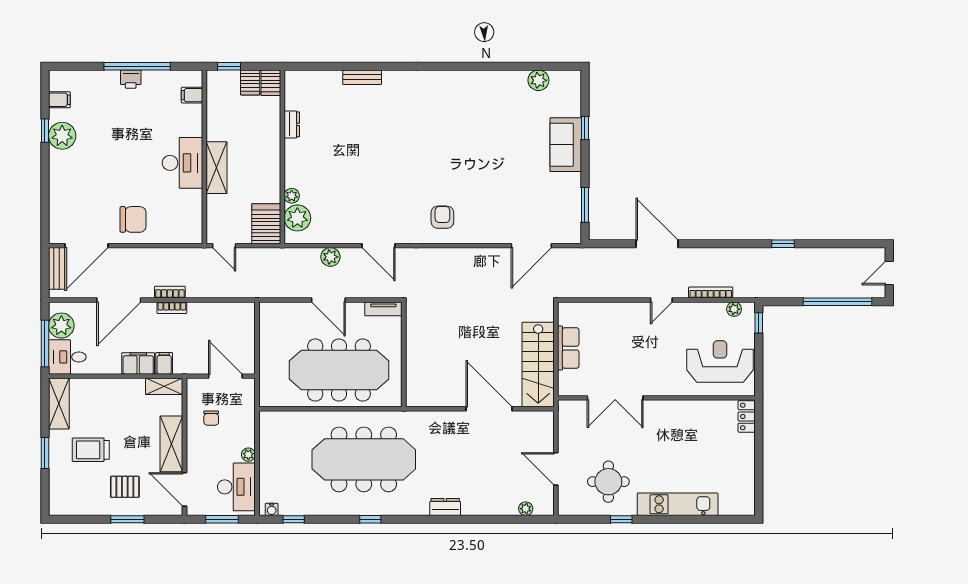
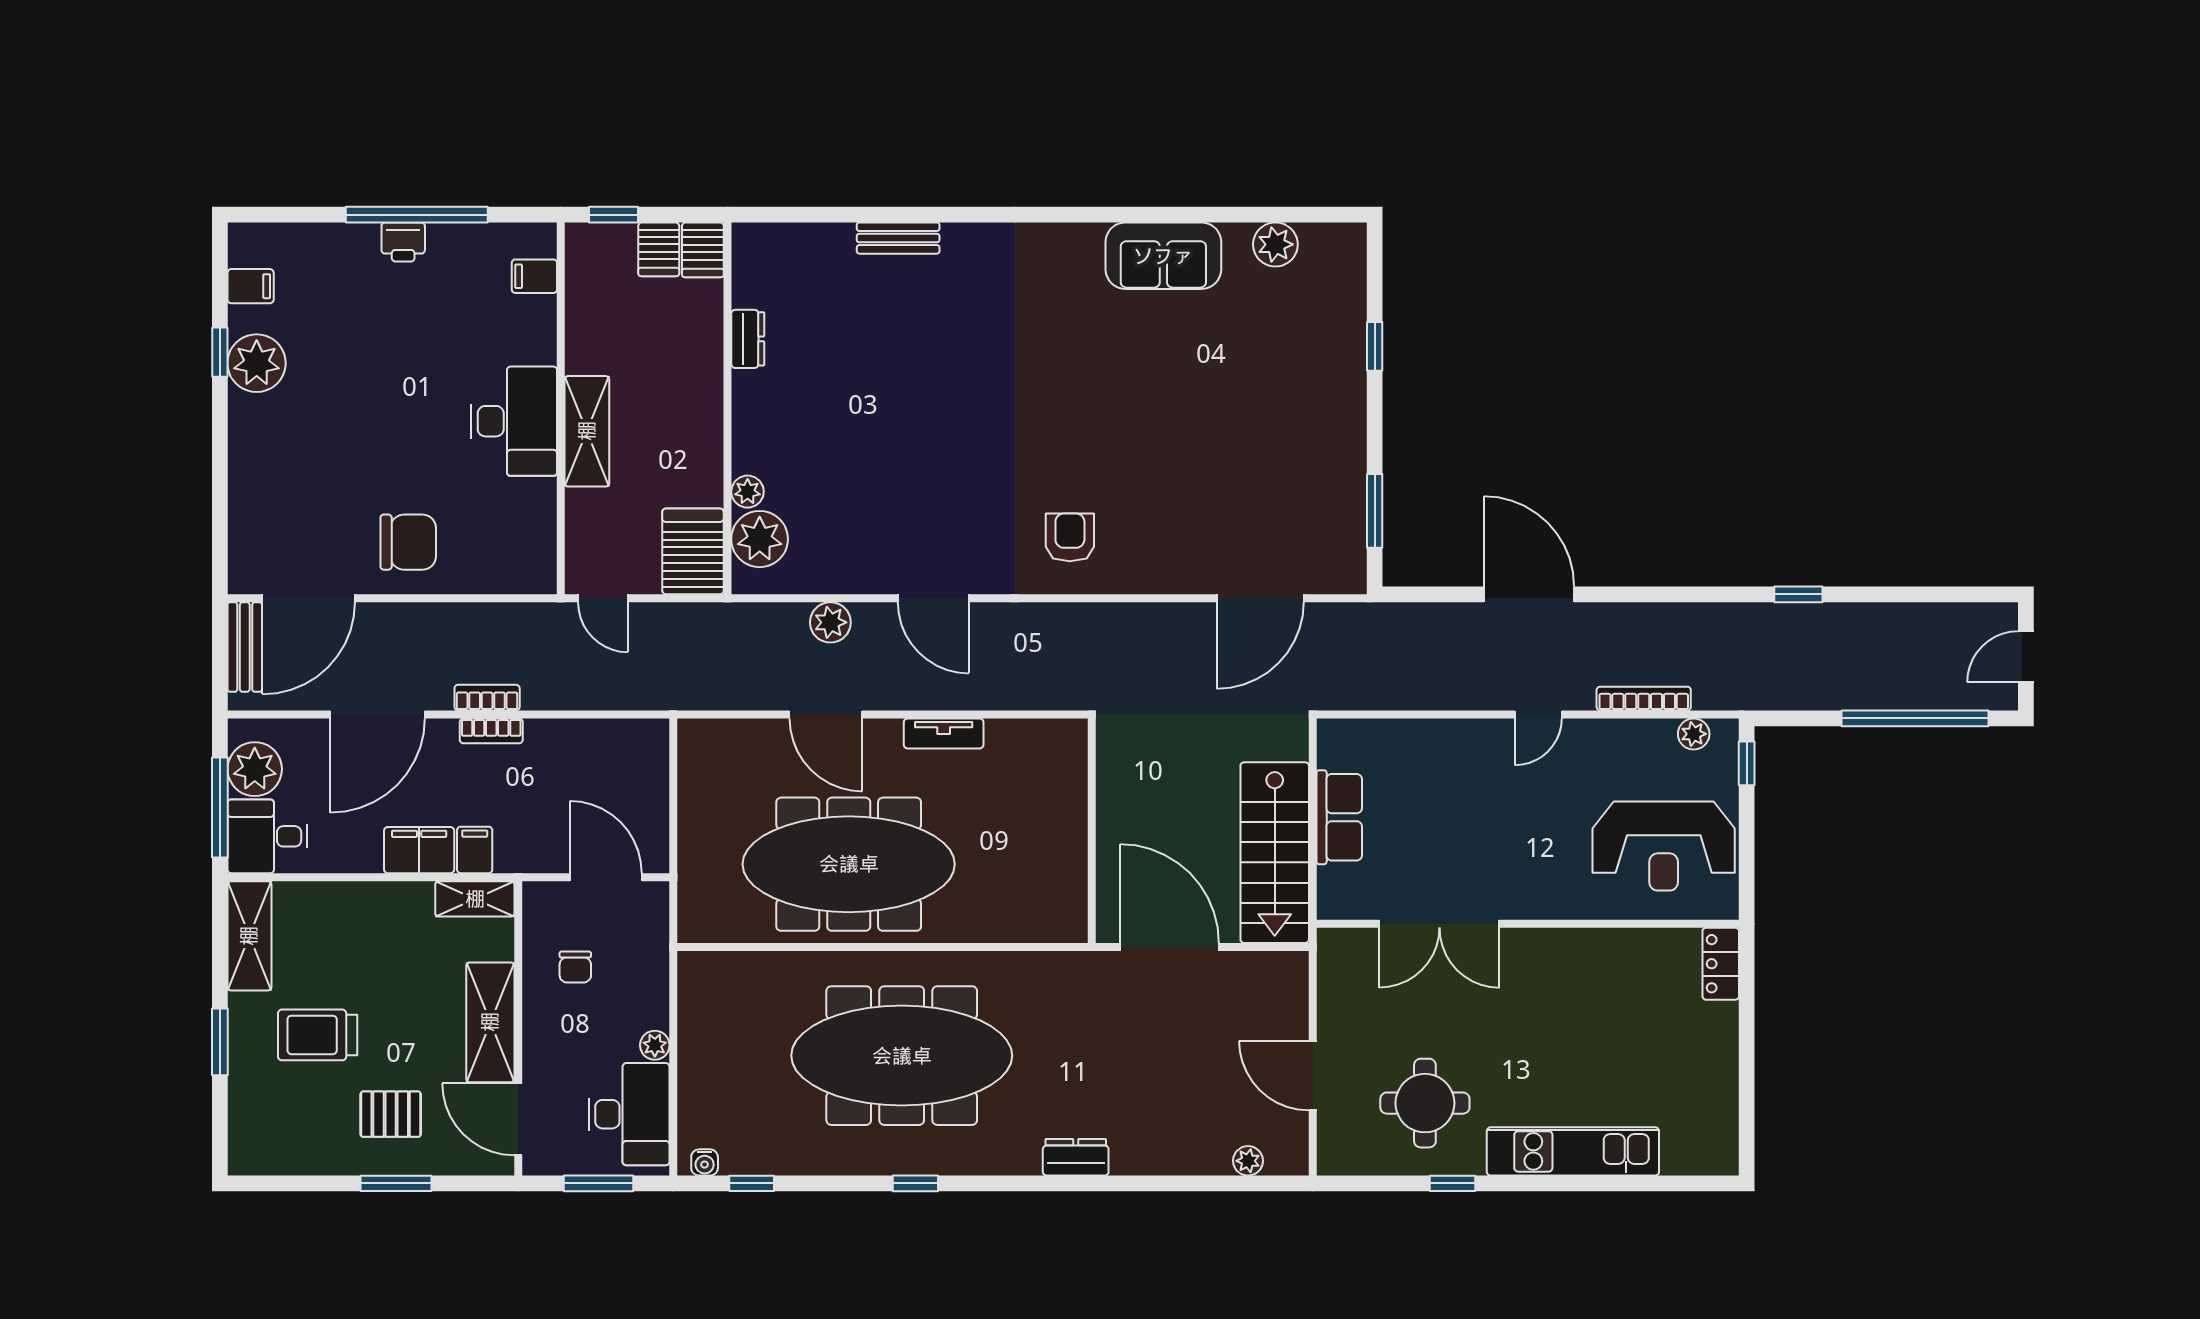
sofa: (566, 145) -> (1163, 256), moved, turned -90
wall: (404, 354) -> (1092, 831), moved
reception desk: (720, 362) -> (1664, 846), turned 180

